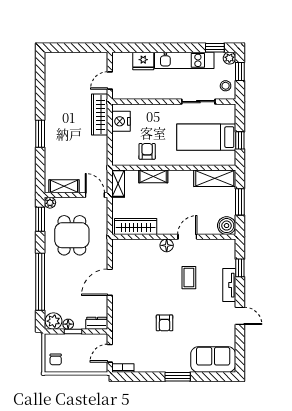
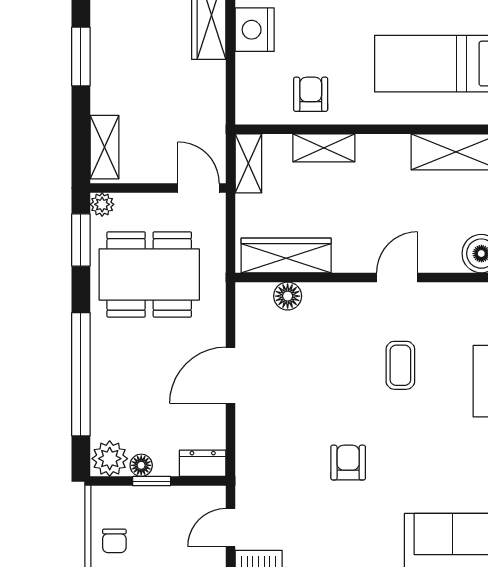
shelving: (64, 186) -> (104, 147), moved, turned 90
dining table: (72, 235) -> (149, 274), width x1.38
floor lamp: (167, 245) -> (288, 296), moved
armchair: (165, 323) -> (348, 463), turned 180

